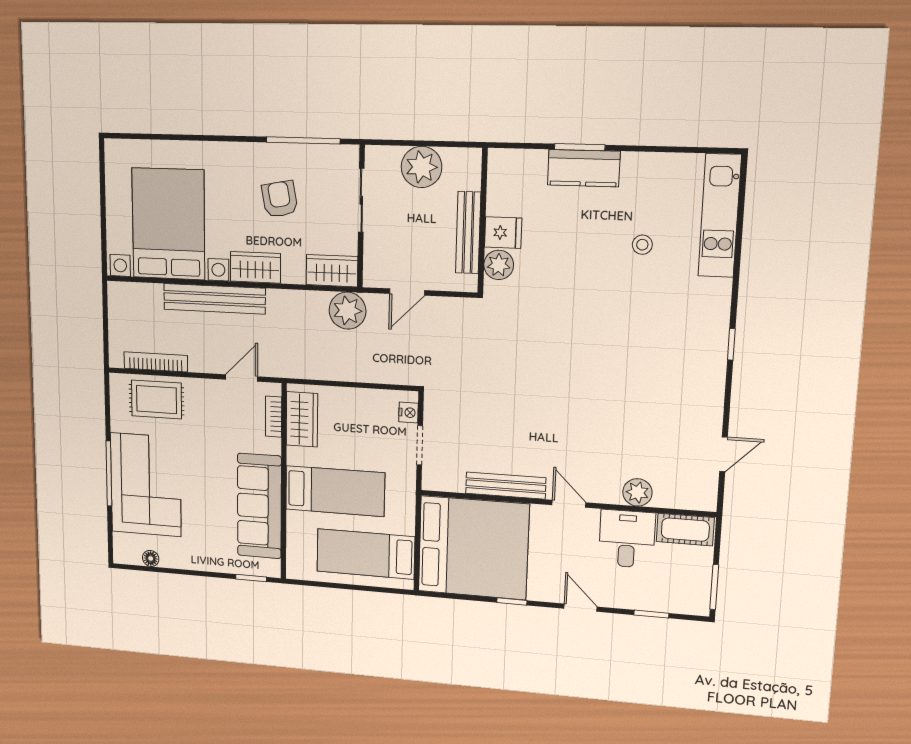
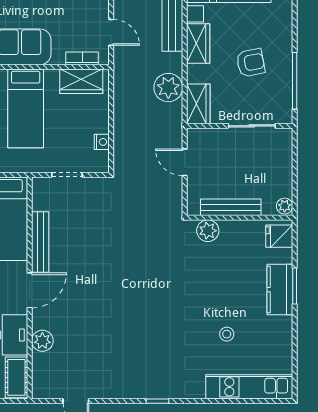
plant: (421, 167) -> (285, 206), moved, width x0.53, depth x0.53
fridge: (503, 233) -> (279, 236), moved, turned 90
plant: (347, 311) -> (168, 88), moved
nightstand: (408, 413) -> (102, 142), moved, turned -90
door: (569, 504) -> (30, 290), width x1.37

